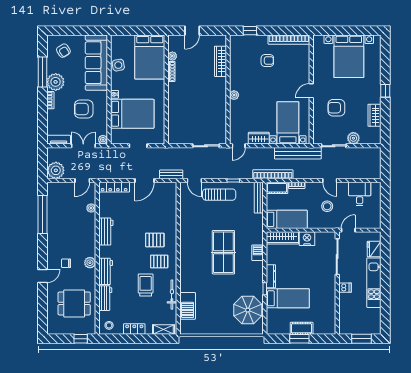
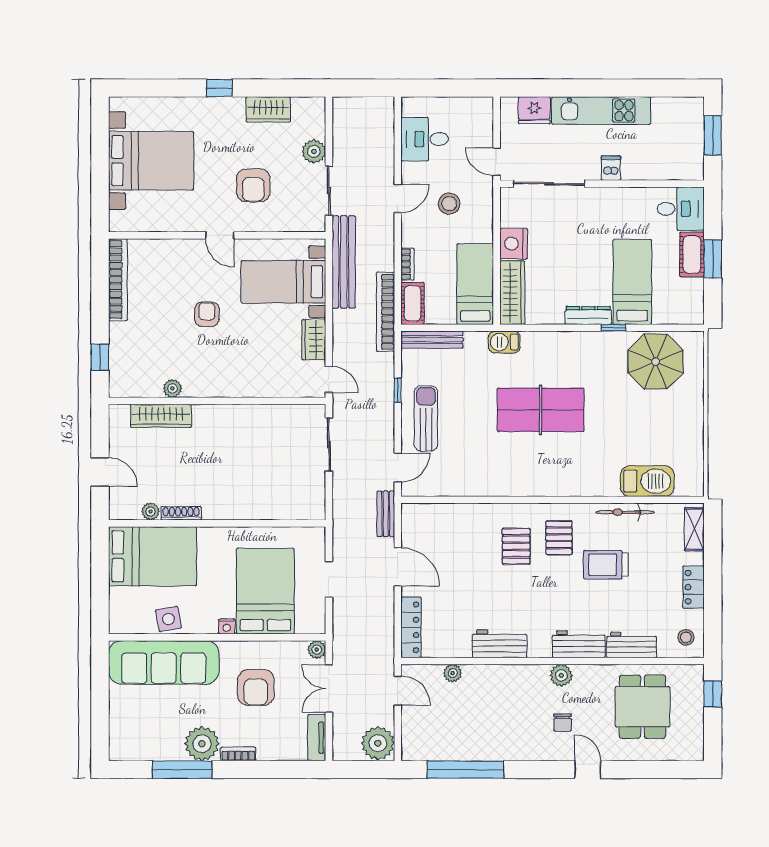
armchair: (63, 51) -> (140, 728), removed
armchair: (267, 61) -> (207, 314), moved
plant: (234, 95) -> (172, 388), moved
barbecue: (258, 253) -> (504, 342), moved
desk: (325, 323) -> (681, 209), added

